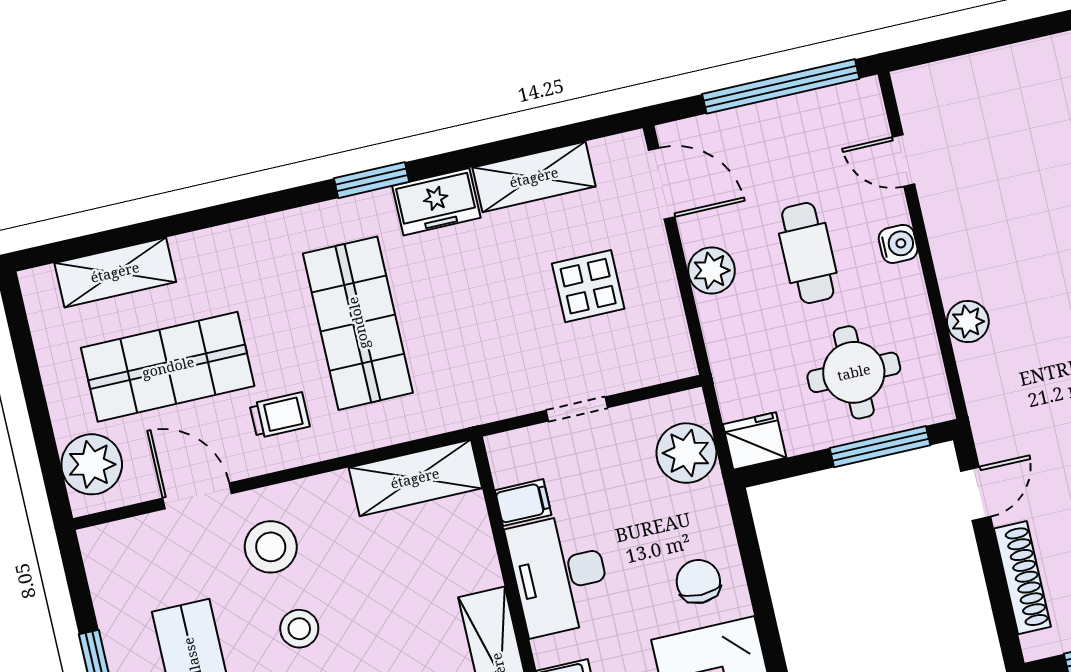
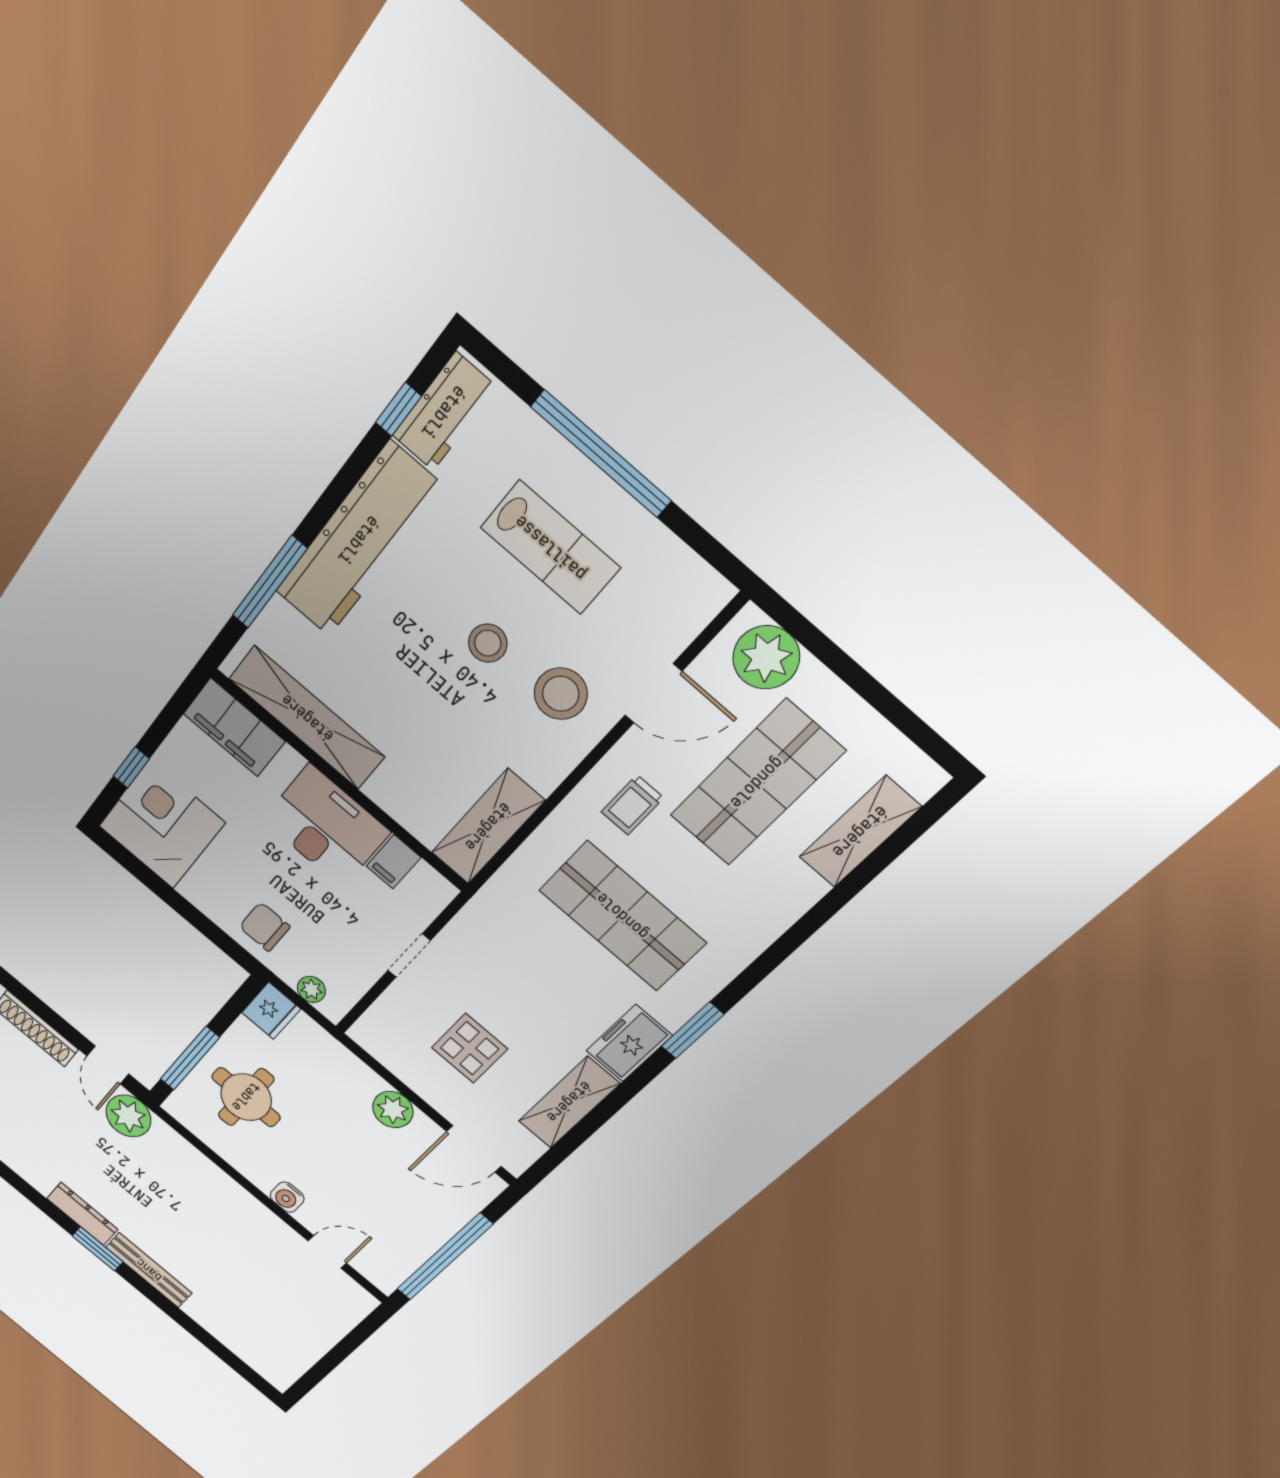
cafe table: (808, 253) -> (339, 1158), removed
plant: (968, 321) -> (128, 1116), moved, width x1.36, depth x1.36
plant: (686, 453) -> (311, 989), width x0.53, depth x0.53
chair: (698, 581) -> (265, 927), moved, turned 180

